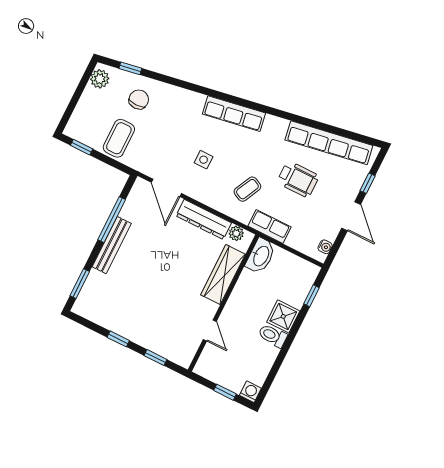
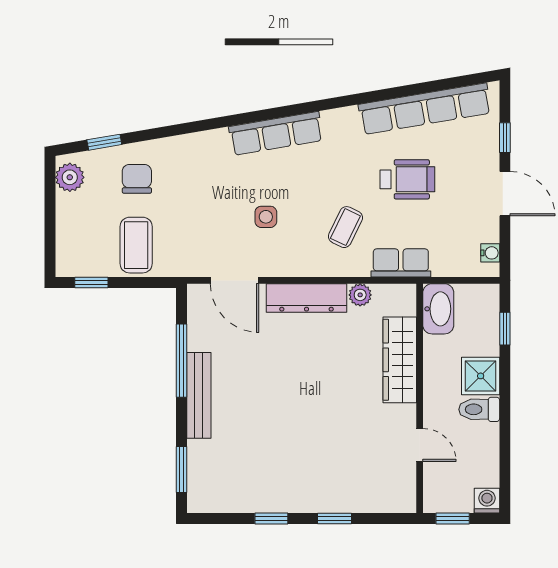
washbasin: (261, 256) -> (438, 309), moved
wardrobe: (223, 275) -> (400, 360), moved
wall: (223, 303) -> (420, 398), moved
door: (210, 330) -> (420, 445), moved

